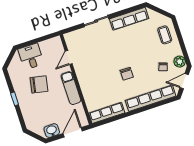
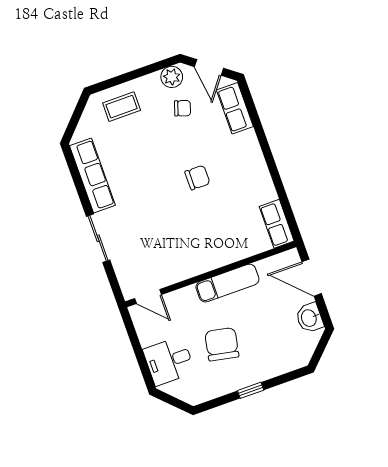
door: (69, 58) -> (148, 296), moved
row of seats: (151, 98) -> (235, 108), width x0.50
row of seats: (107, 113) -> (277, 224), width x0.68

